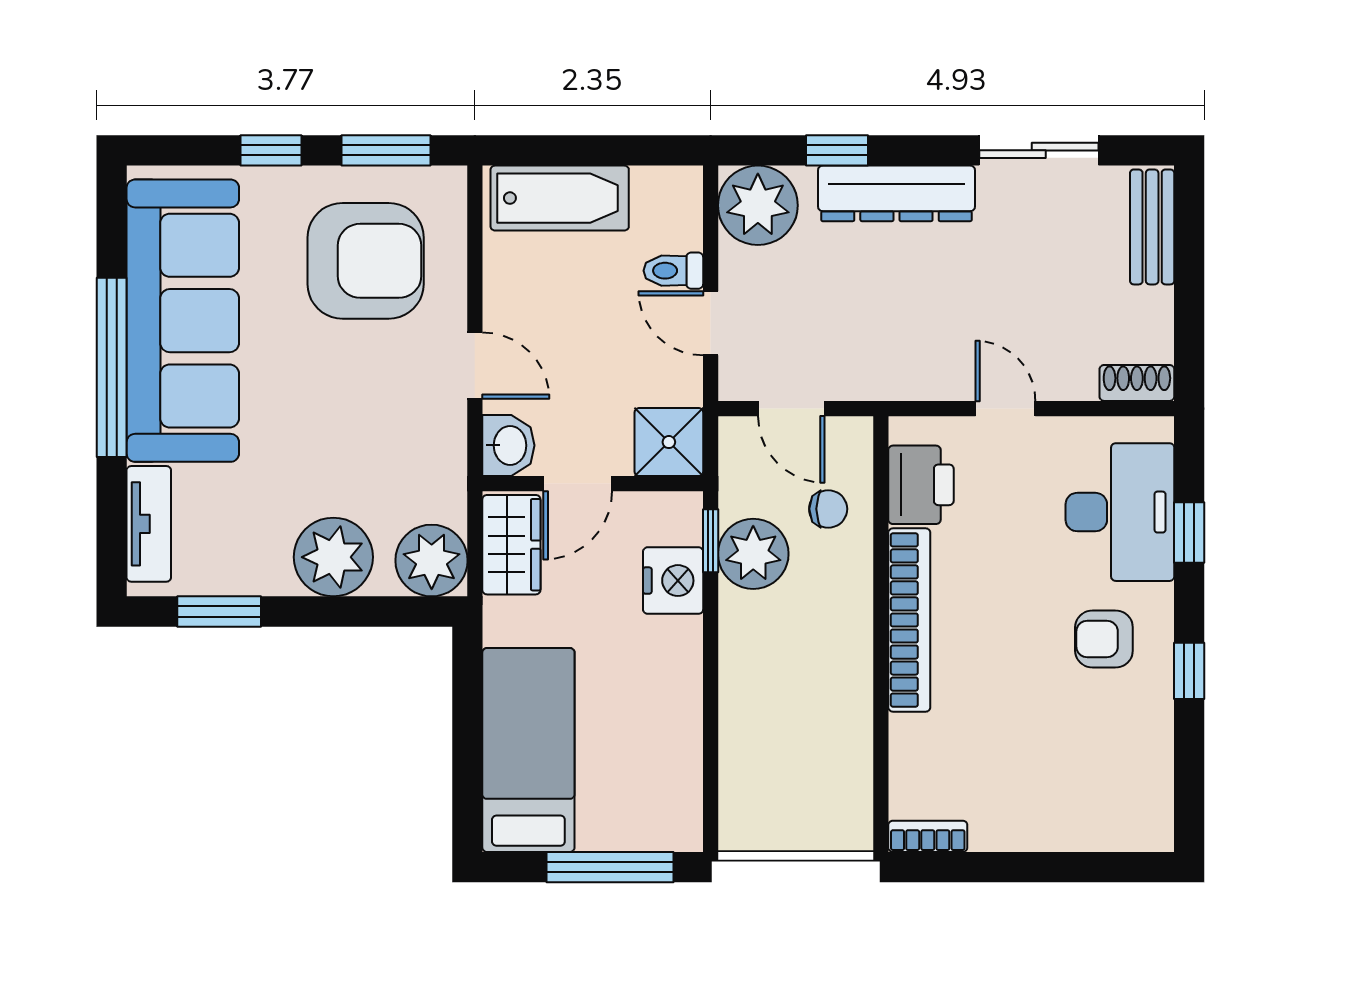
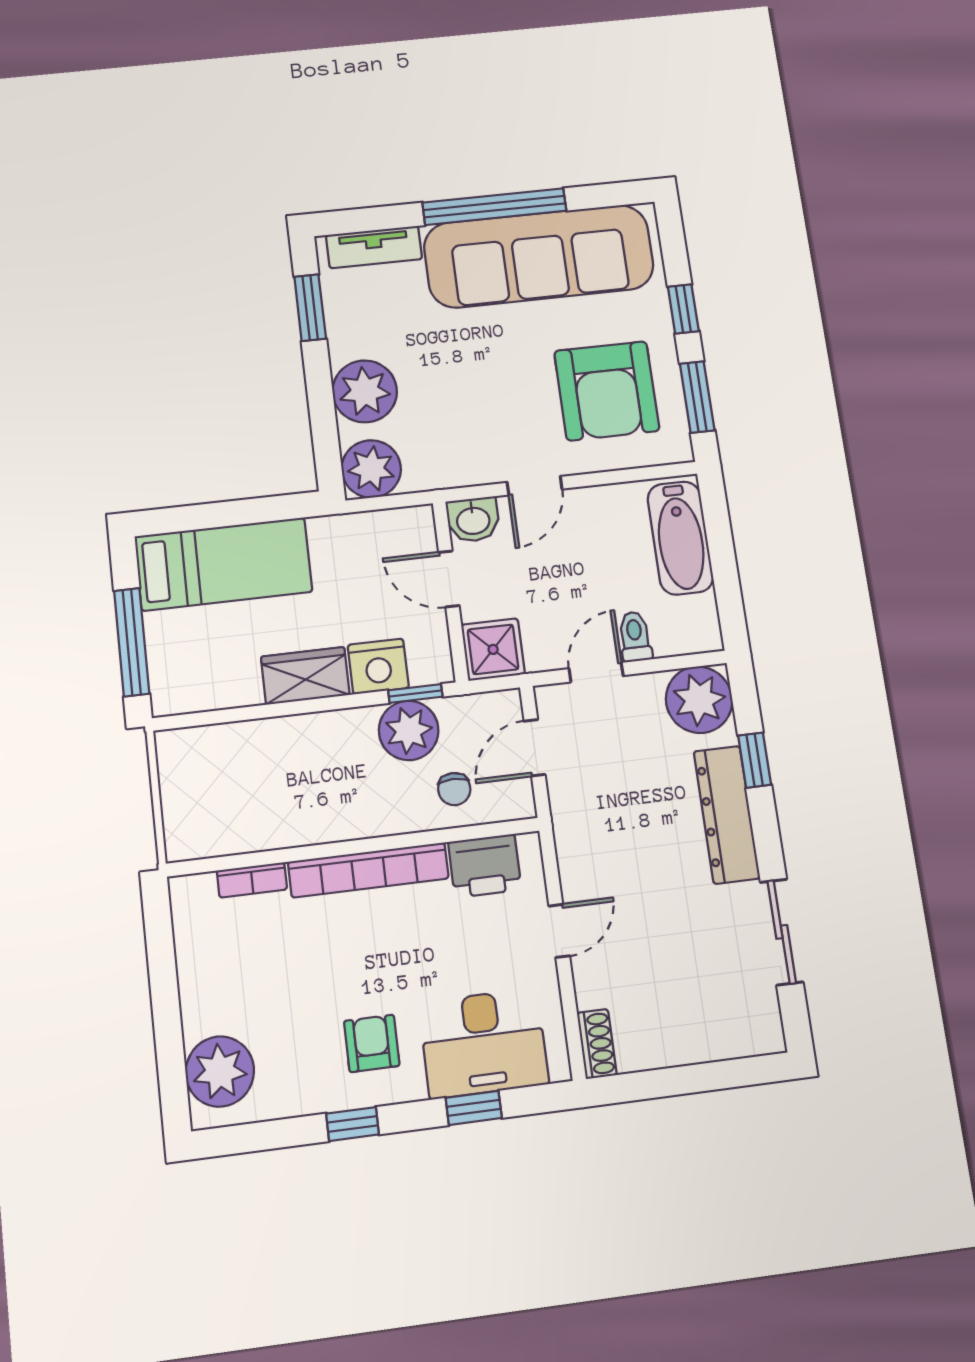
bench: (1152, 227) -> (732, 1040), removed
wardrobe: (511, 545) -> (305, 676), moved, turned 180
plant: (1113, 813) -> (220, 1071), added
bookcase: (928, 836) -> (252, 880), moved, turned 90

